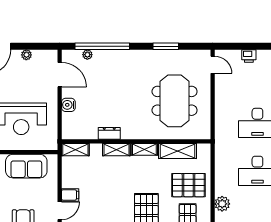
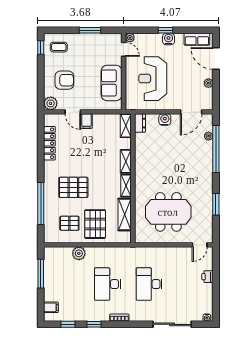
dresser: (109, 133) -> (140, 123), moved

